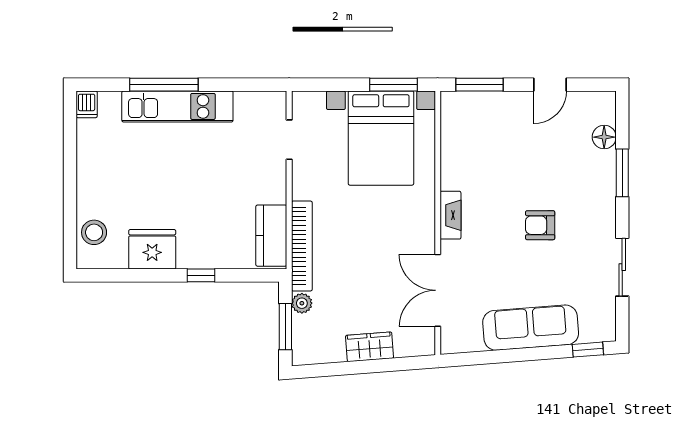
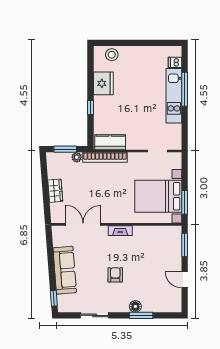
dishwasher: (87, 104) -> (175, 62), moved
floor lamp: (604, 137) -> (135, 306), moved

